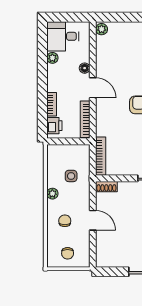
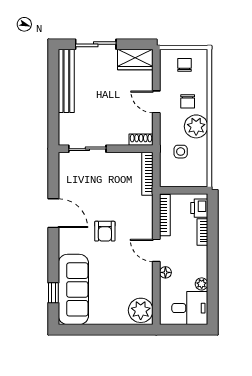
plant: (102, 29) -> (141, 310), width x1.88, depth x1.88
plant: (52, 194) -> (196, 126), width x1.88, depth x1.88
wardrobe: (112, 258) -> (135, 59), added

